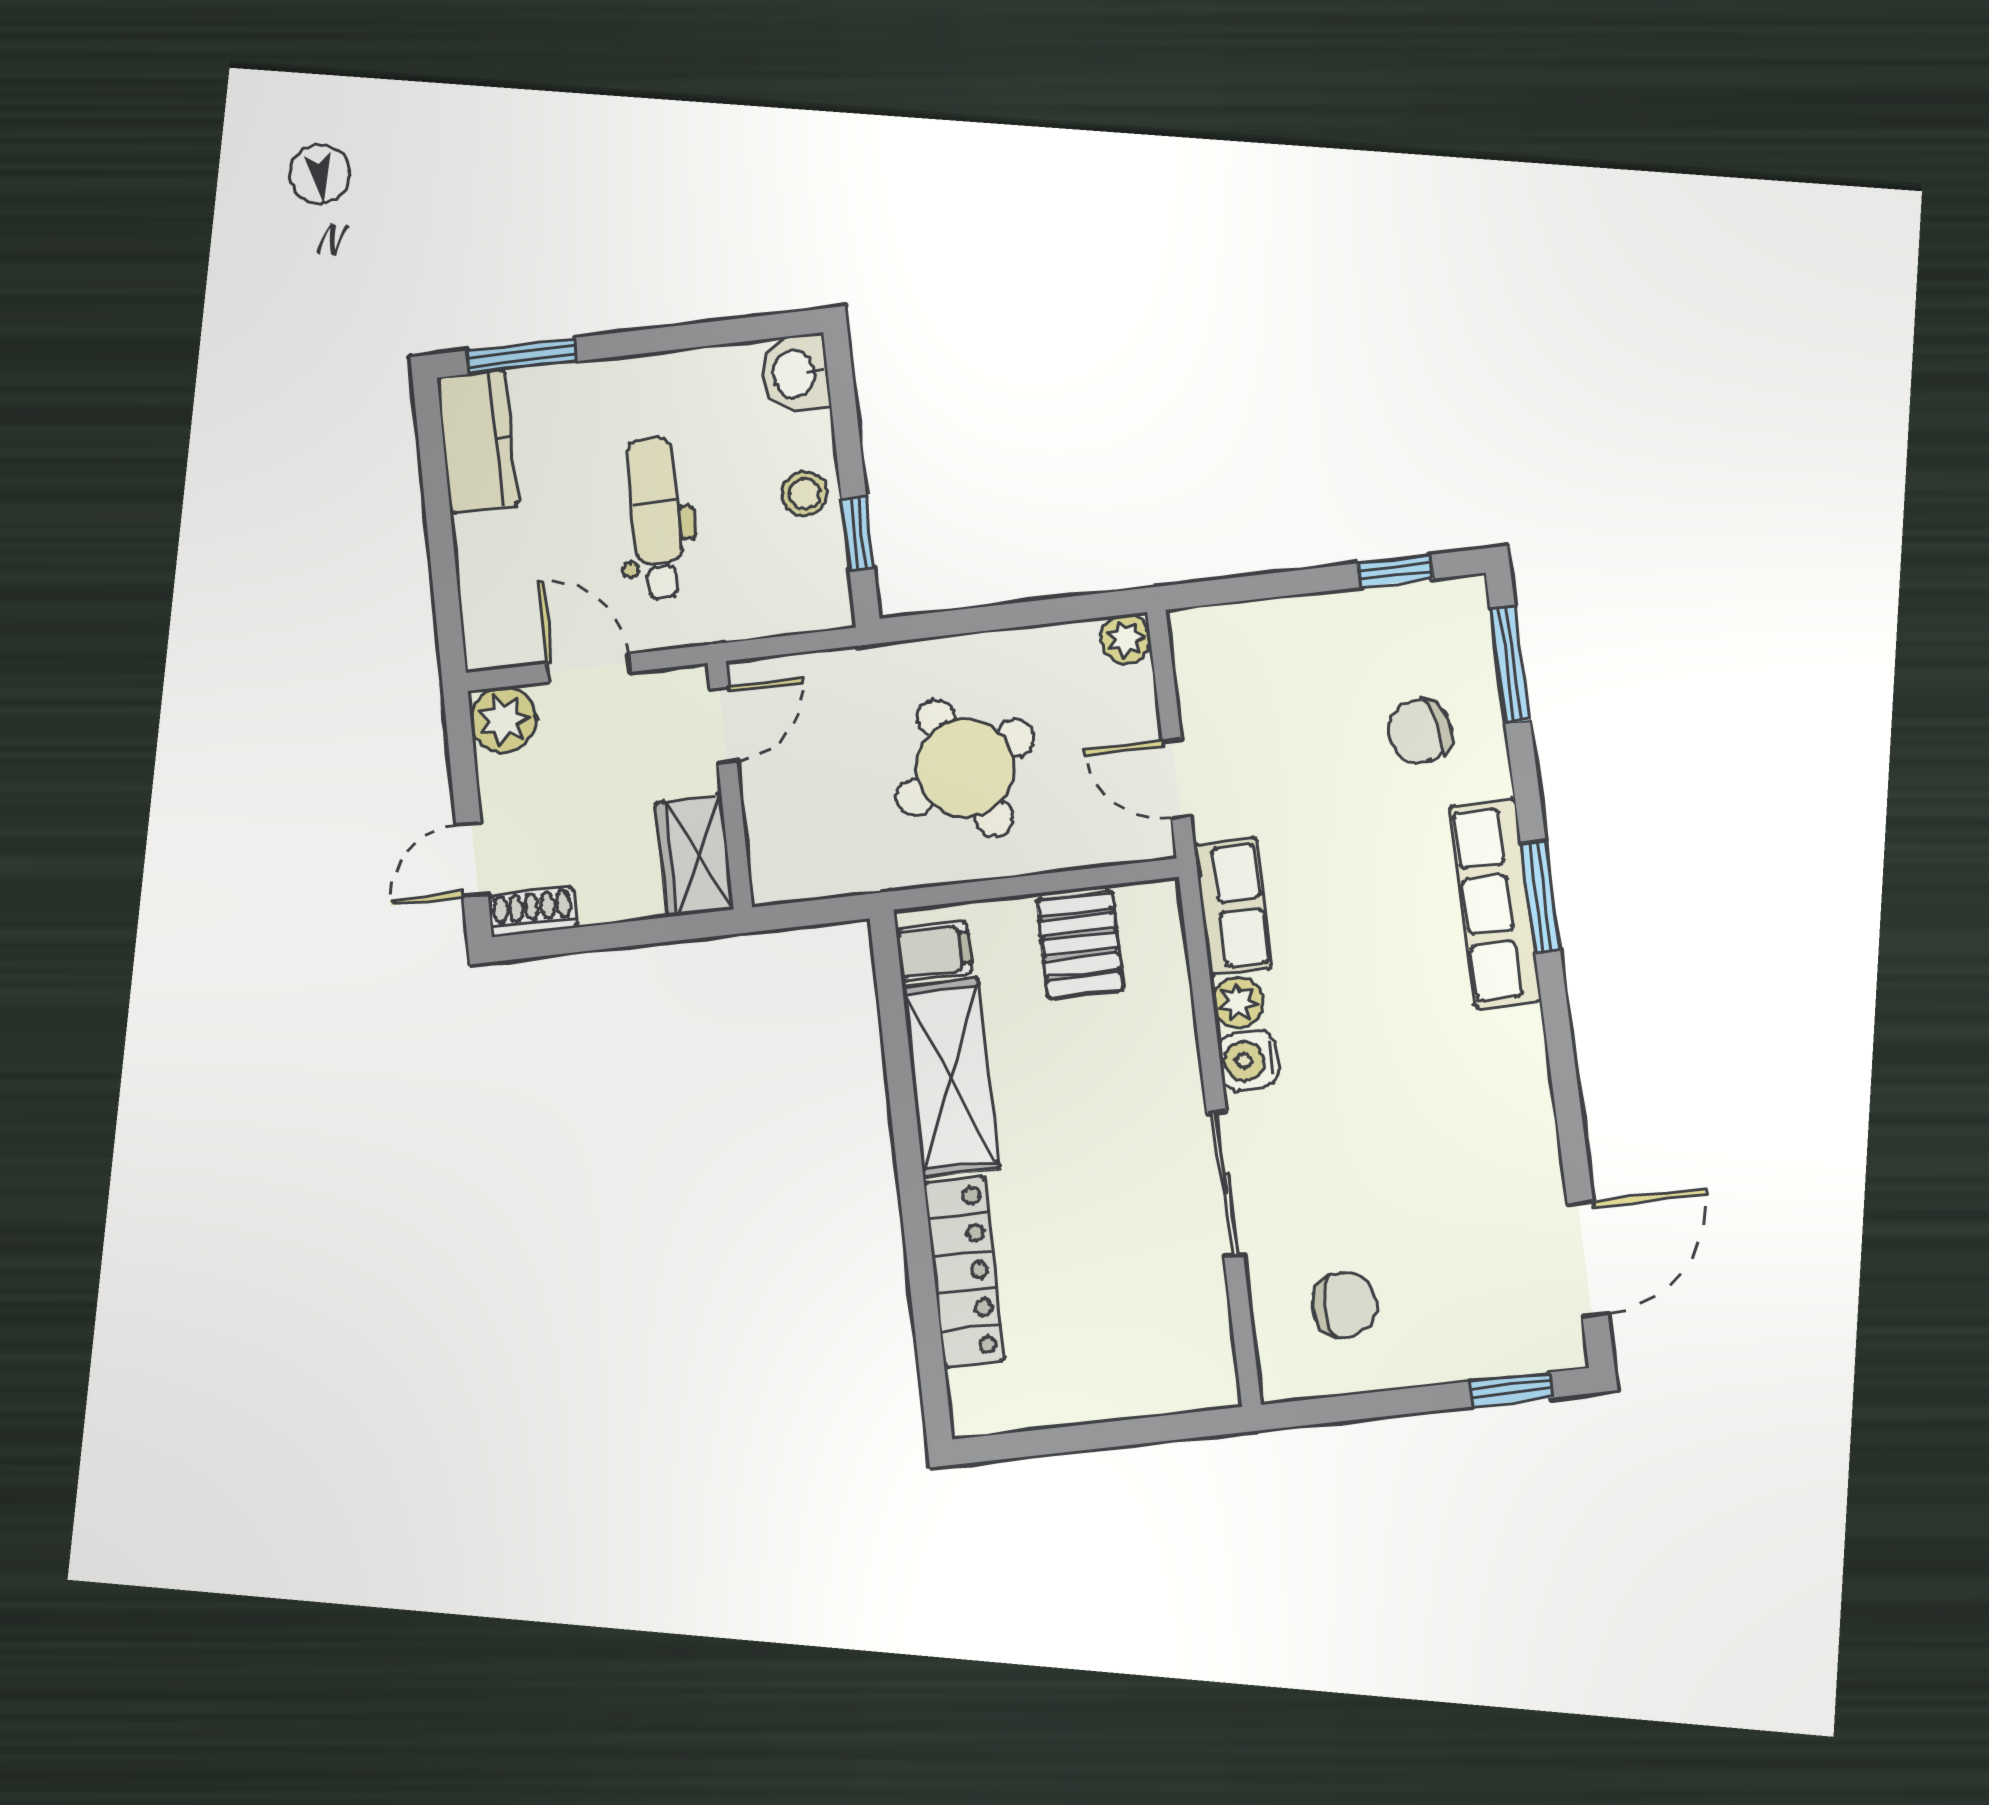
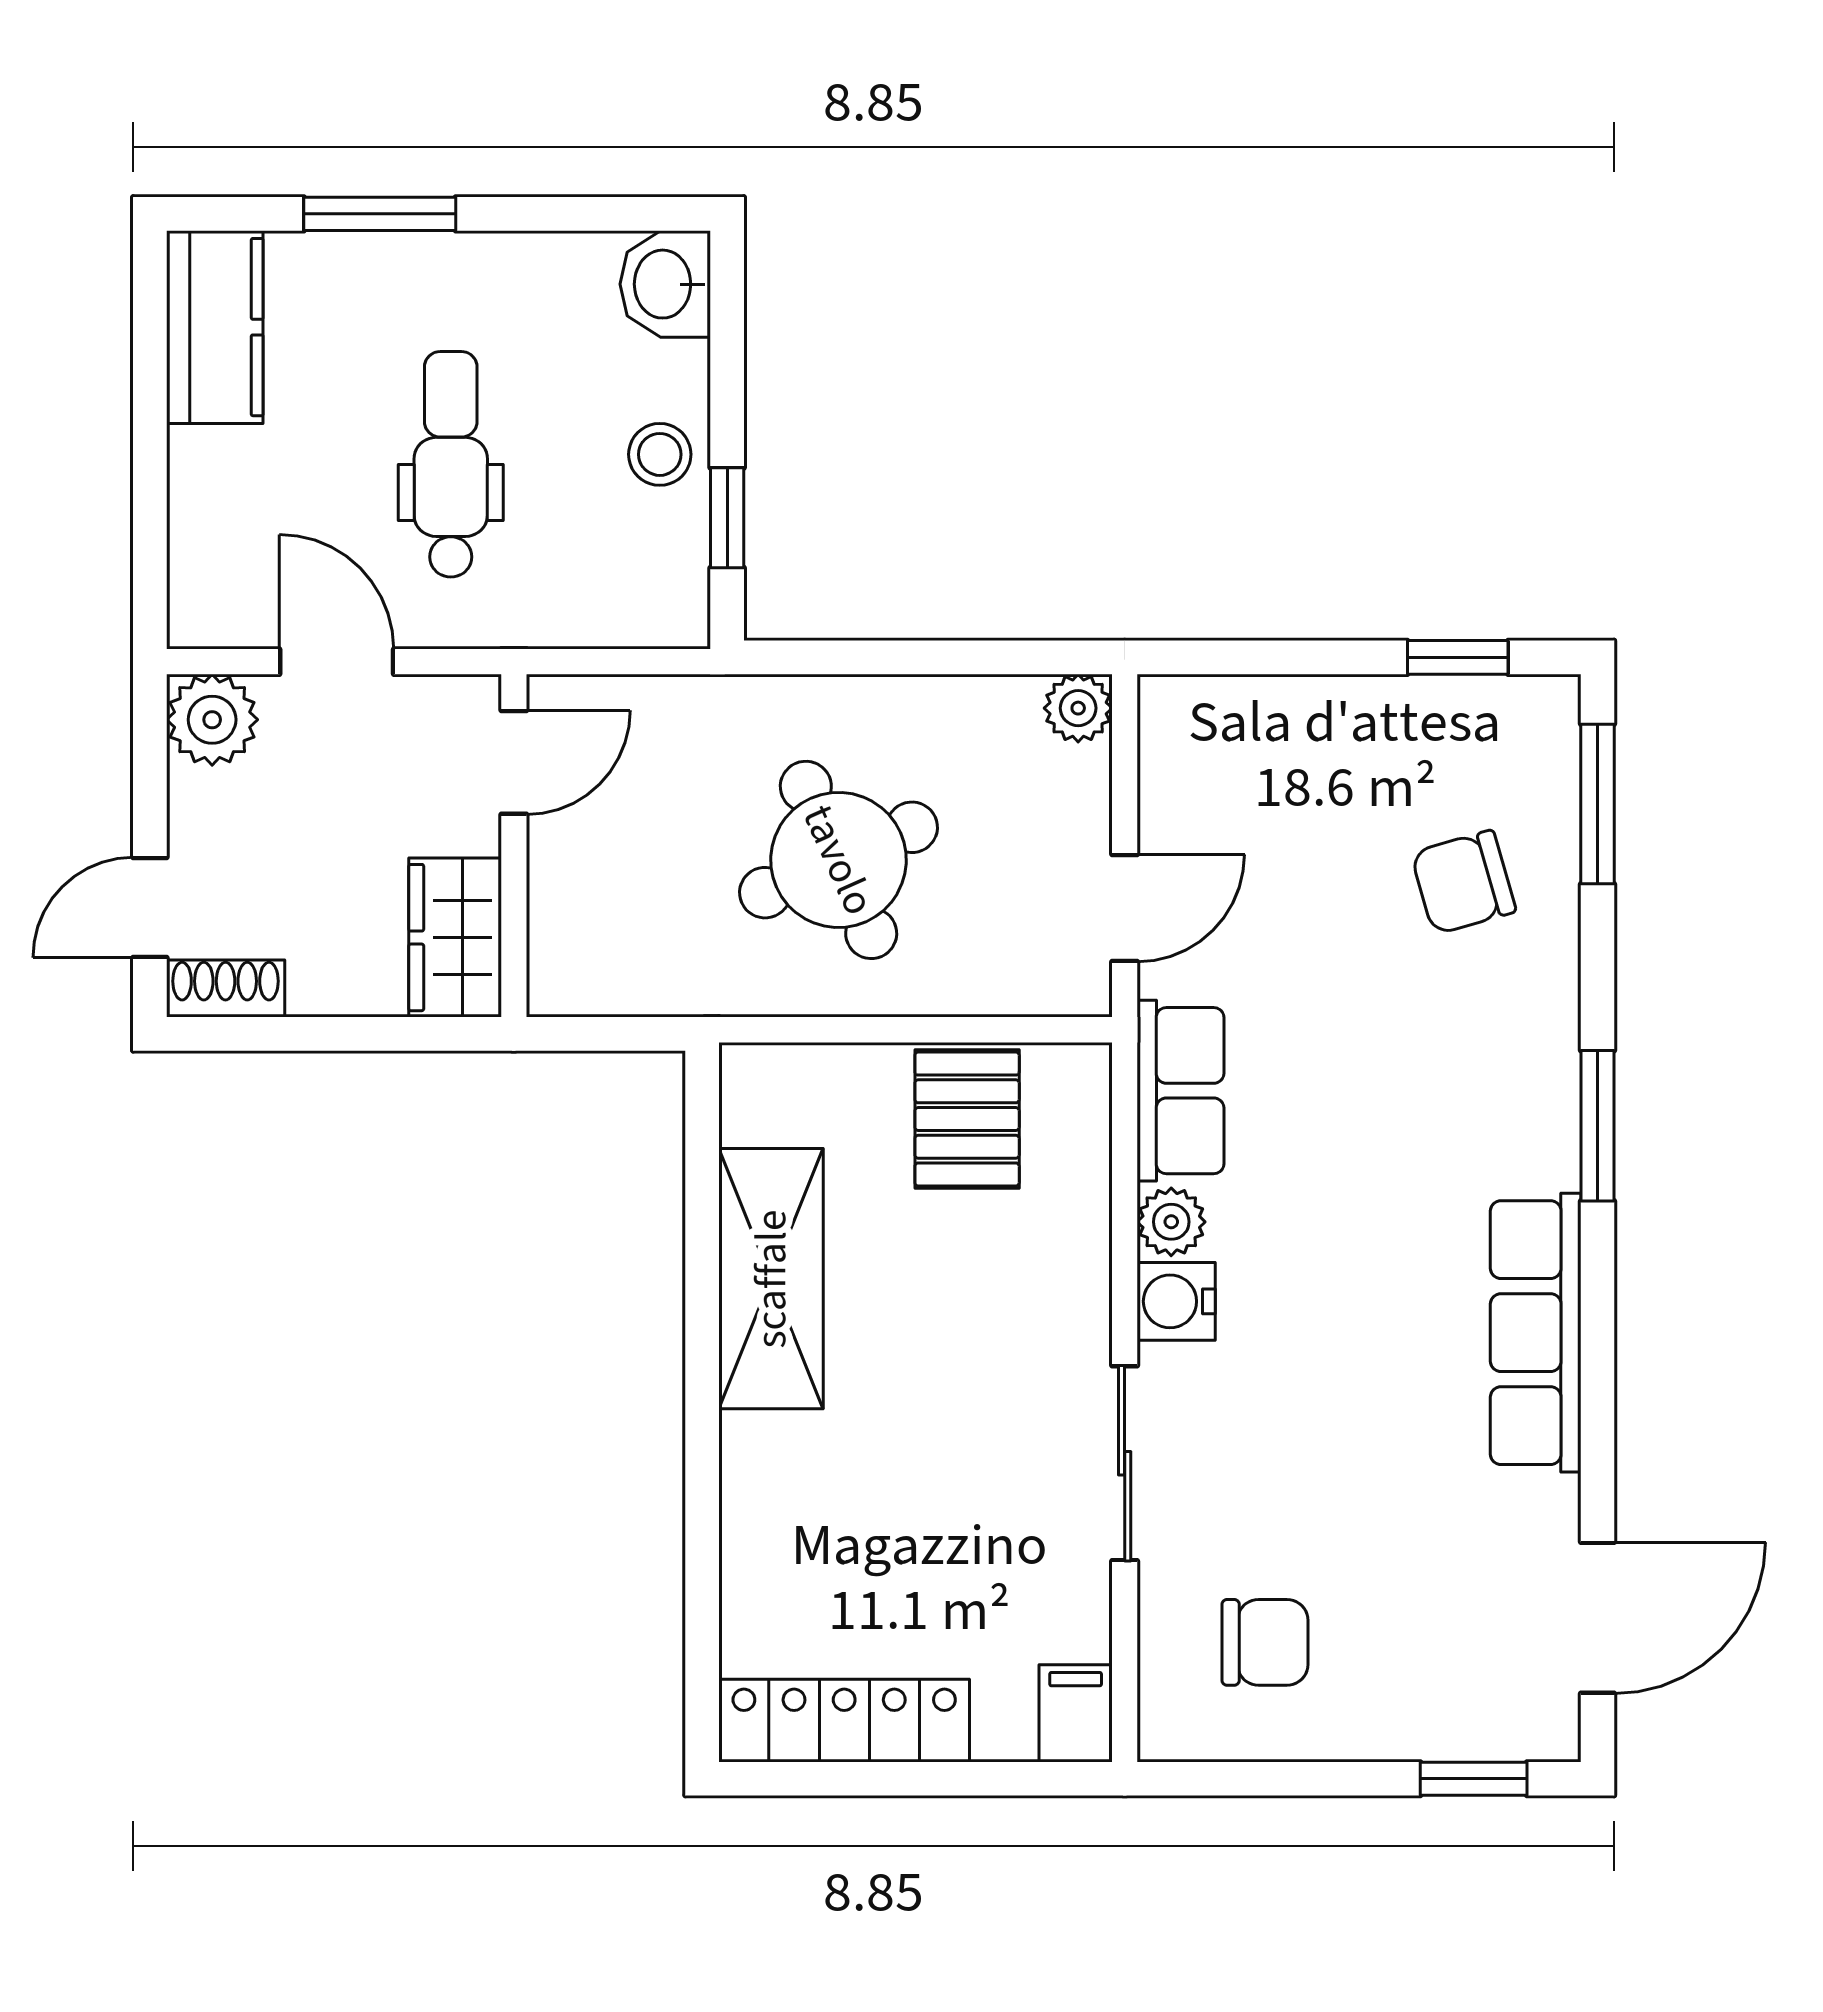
window: (522, 356) -> (380, 214), moved
door: (1176, 779) -> (1125, 908), swing flipped
row of seats: (1495, 903) -> (1536, 1333), moved
filing cabinet: (934, 951) -> (1076, 1713), moved, turned -90
locker: (964, 1272) -> (844, 1721), moved, turned -90

